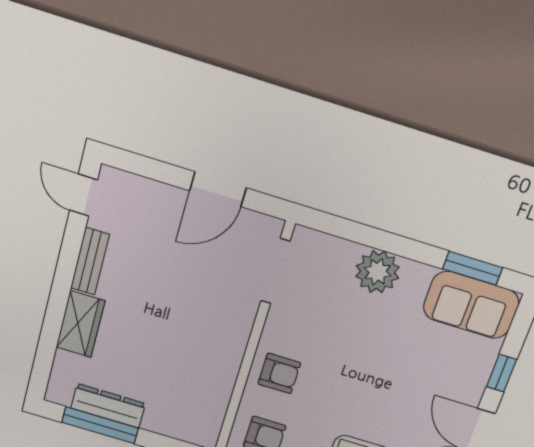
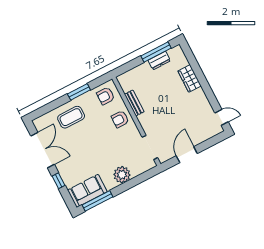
bench: (90, 261) -> (134, 103), moved
window: (473, 268) -> (98, 201), width x1.44
dresser: (108, 406) -> (159, 61), width x0.70

